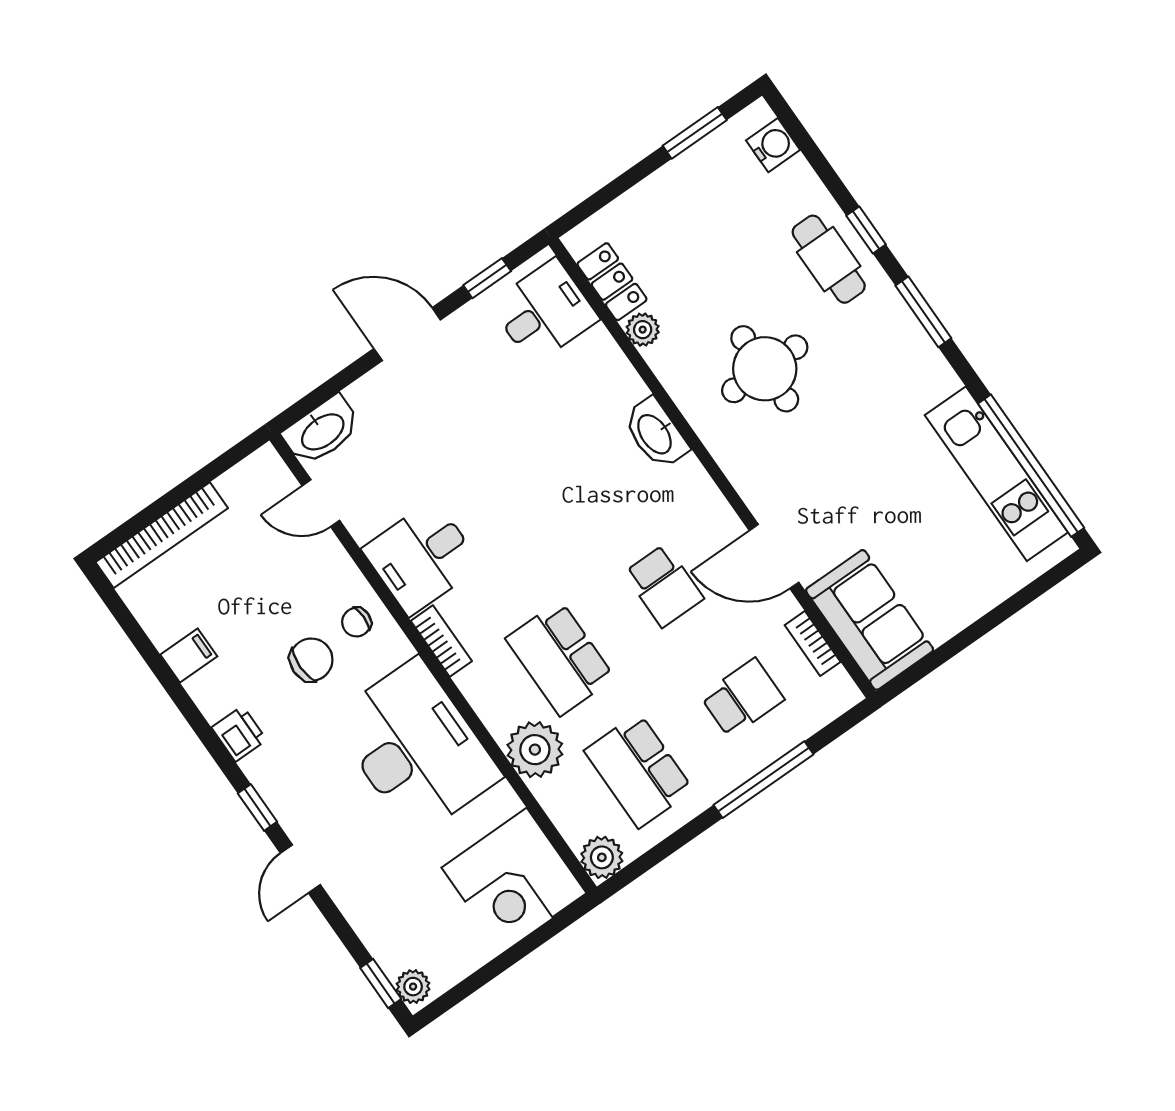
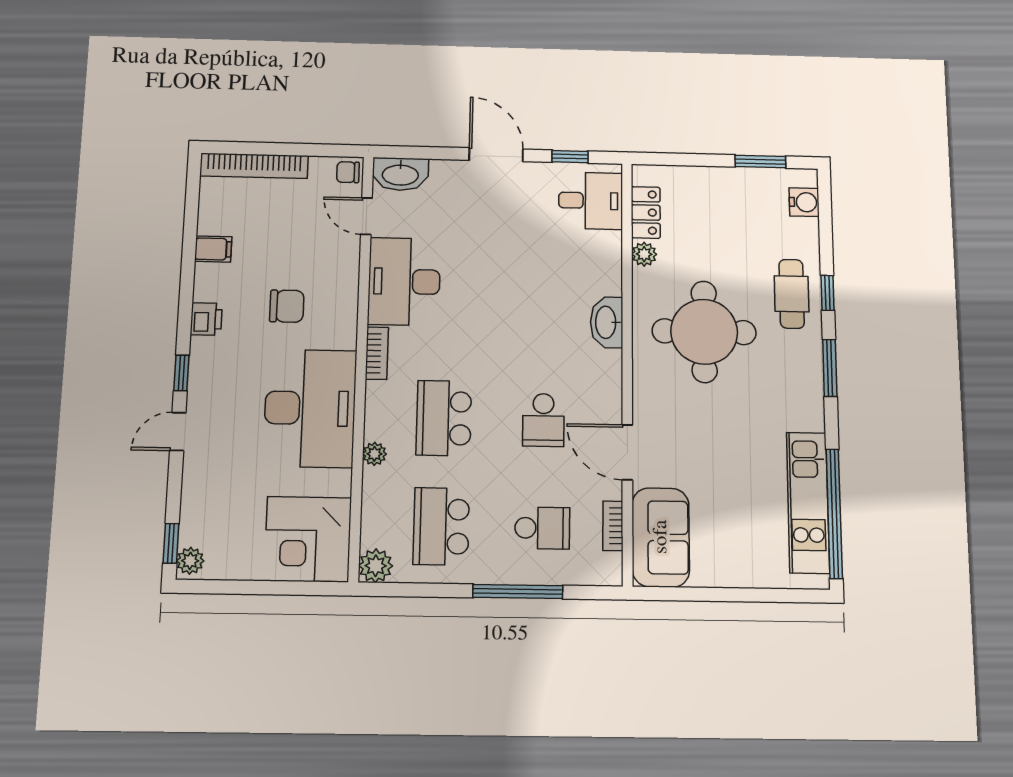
round table: (765, 369) -> (704, 332), width x1.36, depth x1.36
desk: (422, 557) -> (404, 281), width x1.37
chair: (356, 622) -> (348, 172), moved
plant: (535, 750) -> (374, 454), width x0.53, depth x0.53

